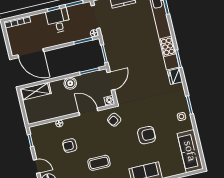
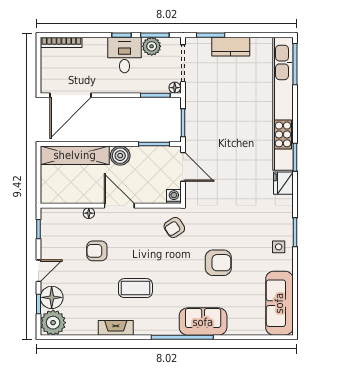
plant: (74, 11) -> (152, 46), added
door: (31, 53) -> (71, 95), hinge flipped
door: (111, 81) -> (183, 167), hinge flipped
shelving: (35, 91) -> (75, 155), width x1.47
door: (88, 112) -> (119, 206), moved
door: (37, 166) -> (38, 271), hinge flipped

